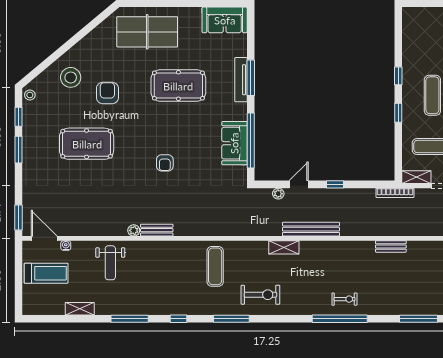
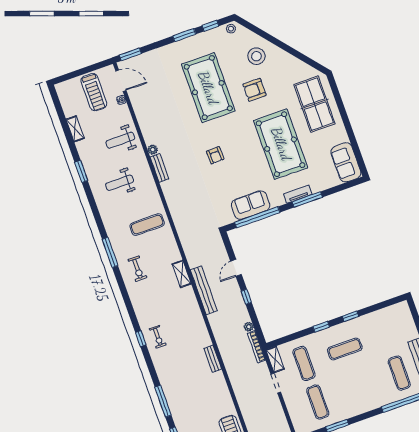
tv unit: (241, 80) -> (298, 194), width x0.71
pool table: (178, 86) -> (281, 144), width x1.36, depth x1.32
armchair: (107, 93) -> (255, 90), turned 180
pool table: (87, 144) -> (208, 88), width x1.36, depth x1.32
armchair: (165, 163) -> (215, 155), turned -92
door: (299, 184) -> (236, 268), swing flipped
plant: (278, 194) -> (249, 327), moved
door: (44, 238) -> (121, 81), hinge flipped
weight bench: (158, 280) -> (120, 183), added
exercise bike: (260, 295) -> (137, 269), width x0.73, depth x0.72
window: (130, 319) -> (81, 171), width x0.69
window: (179, 319) -> (95, 210), removed
window: (340, 319) -> (141, 339), width x0.32

